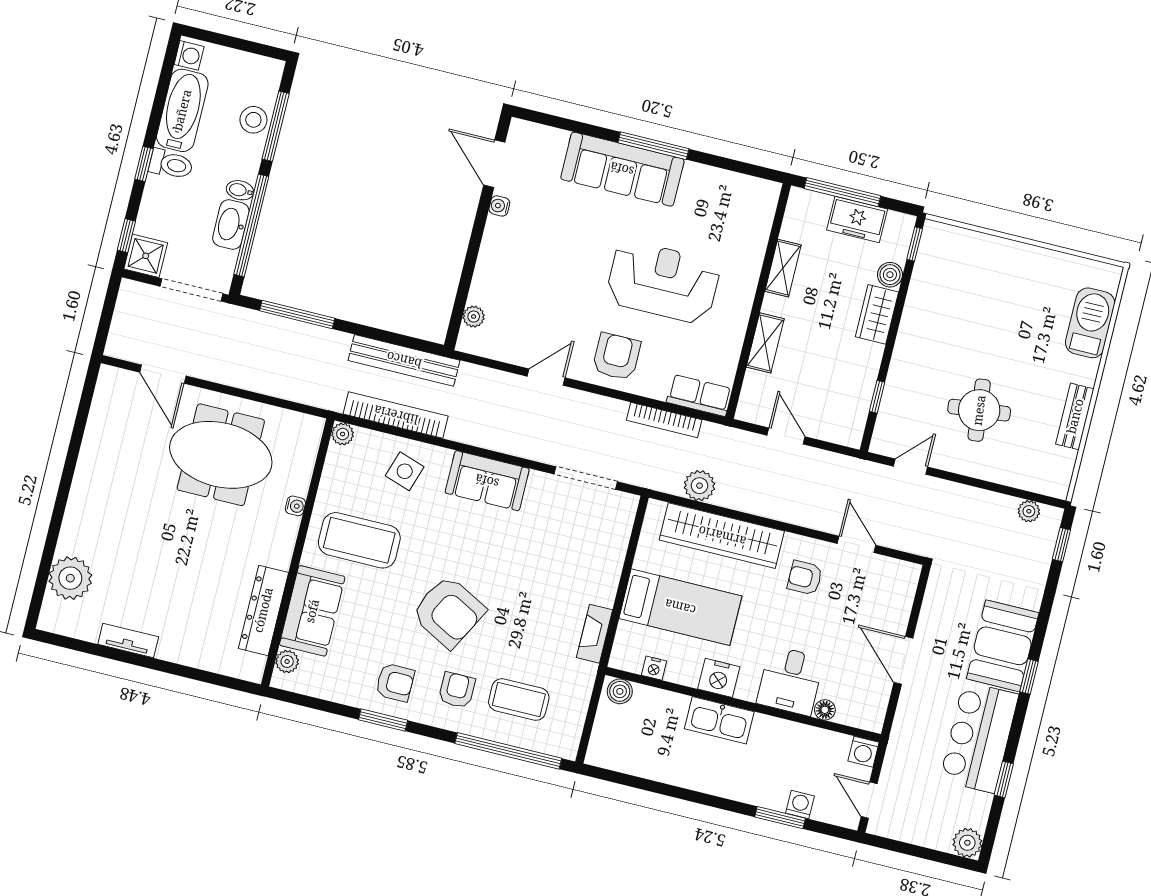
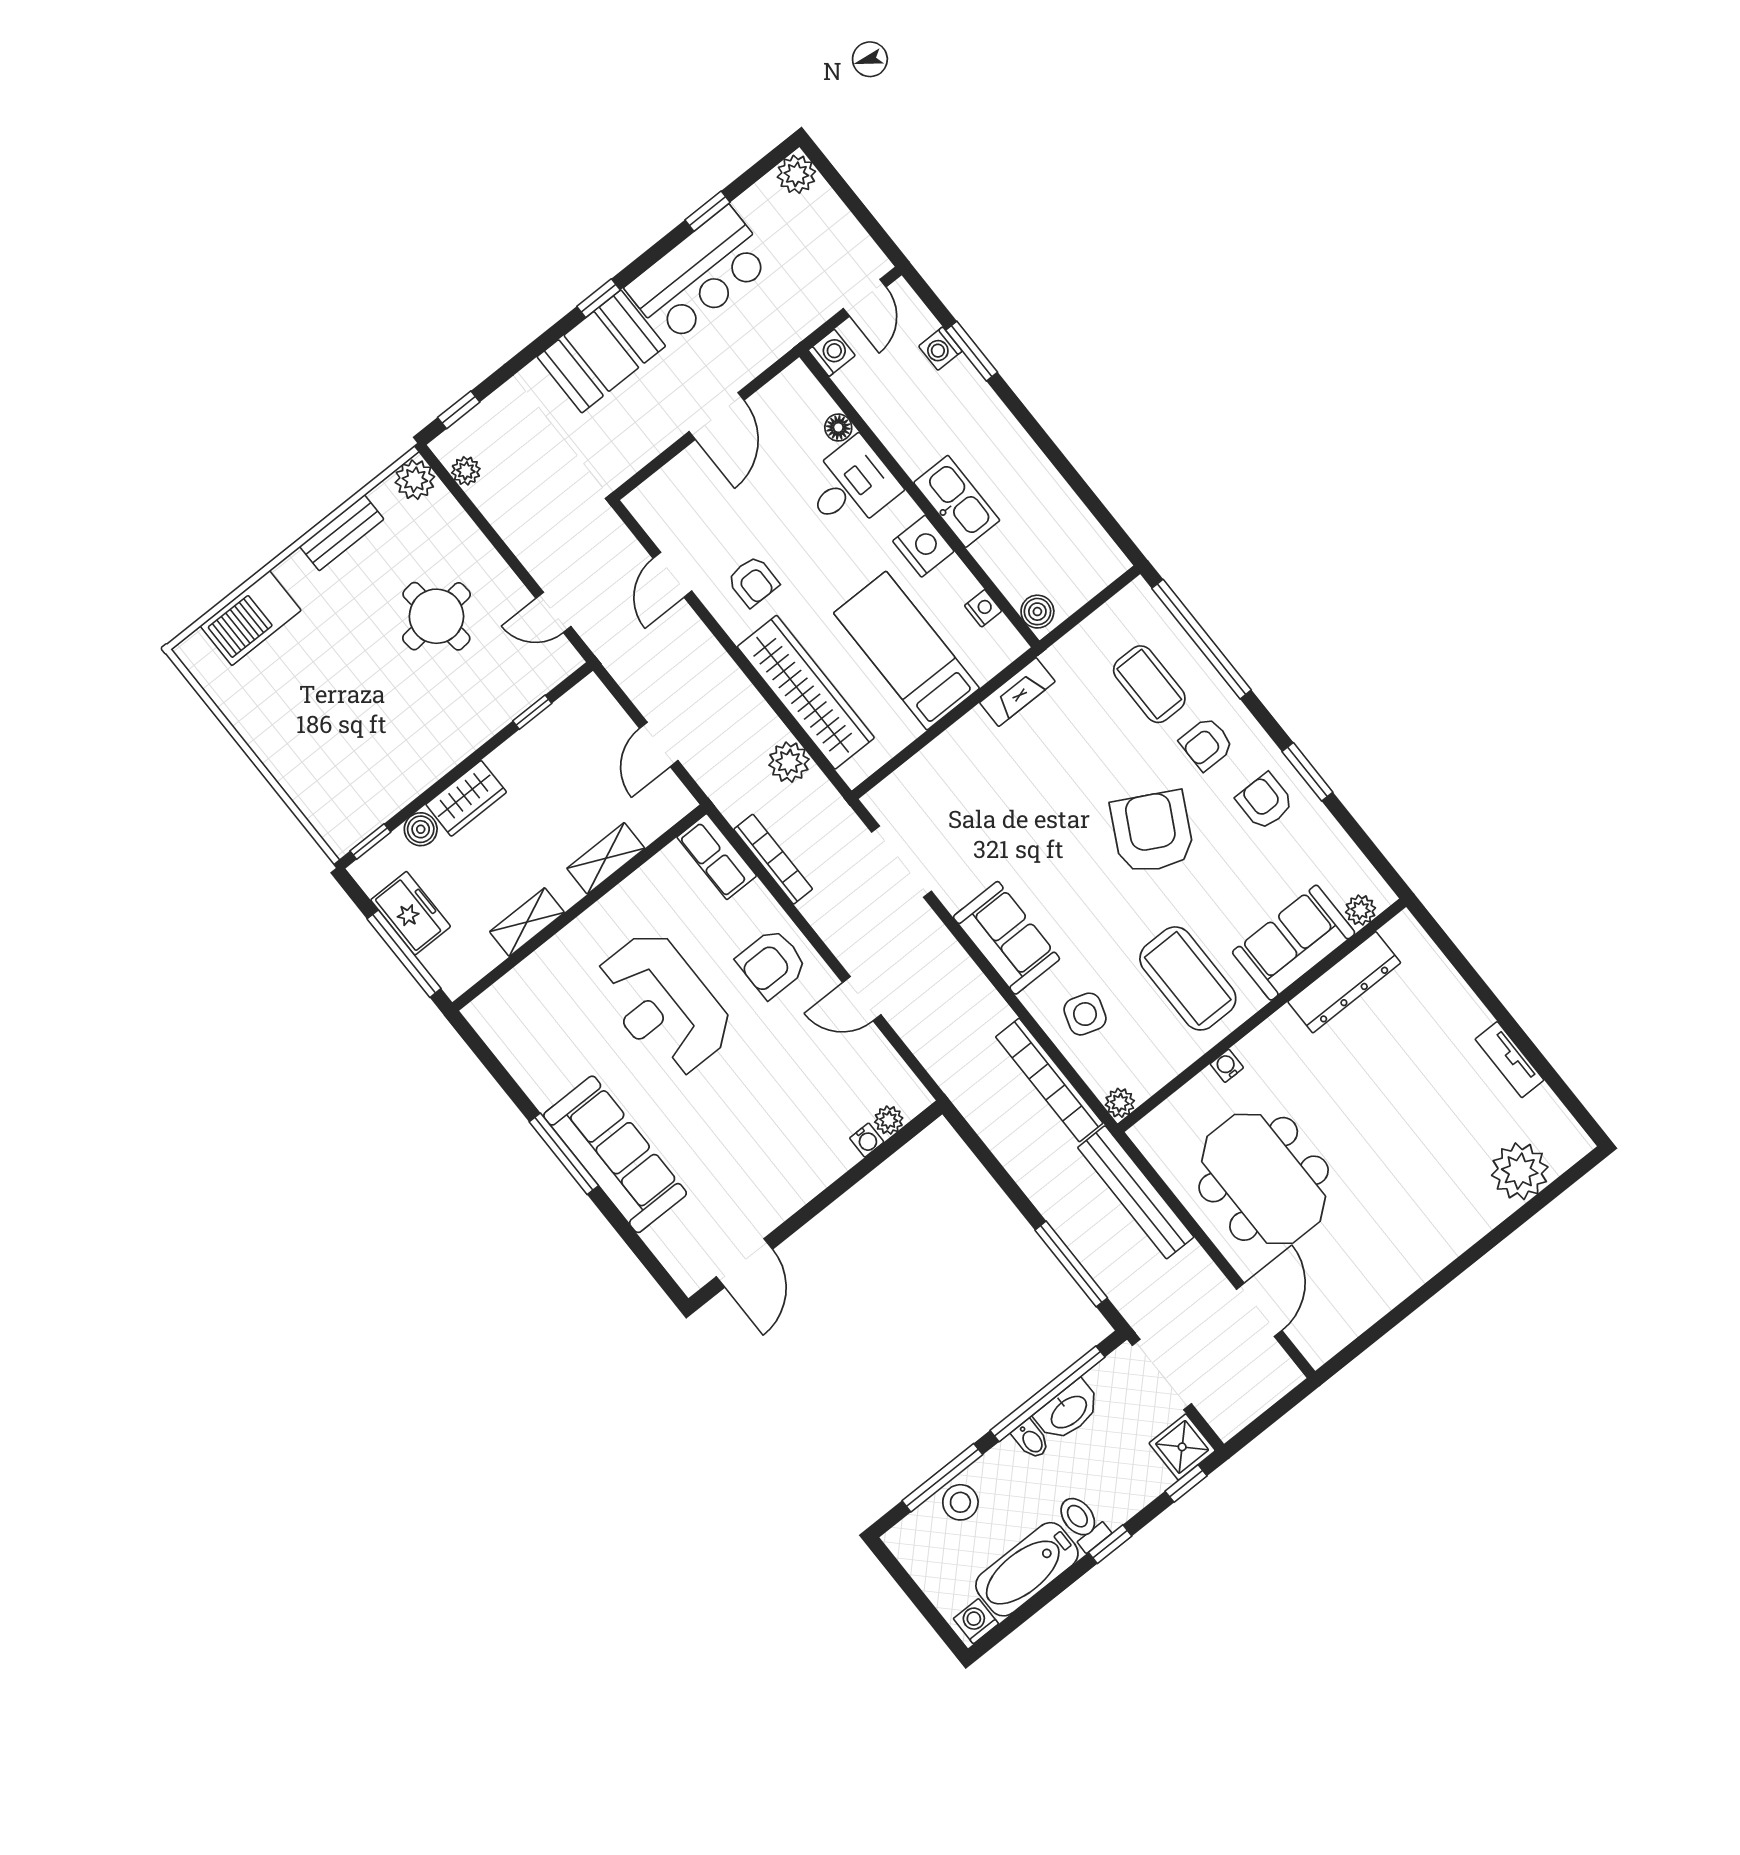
water cooler: (499, 206) -> (867, 1140), moved
bench: (404, 360) -> (1136, 1192), moved
plant: (1055, 482) -> (415, 480), added

